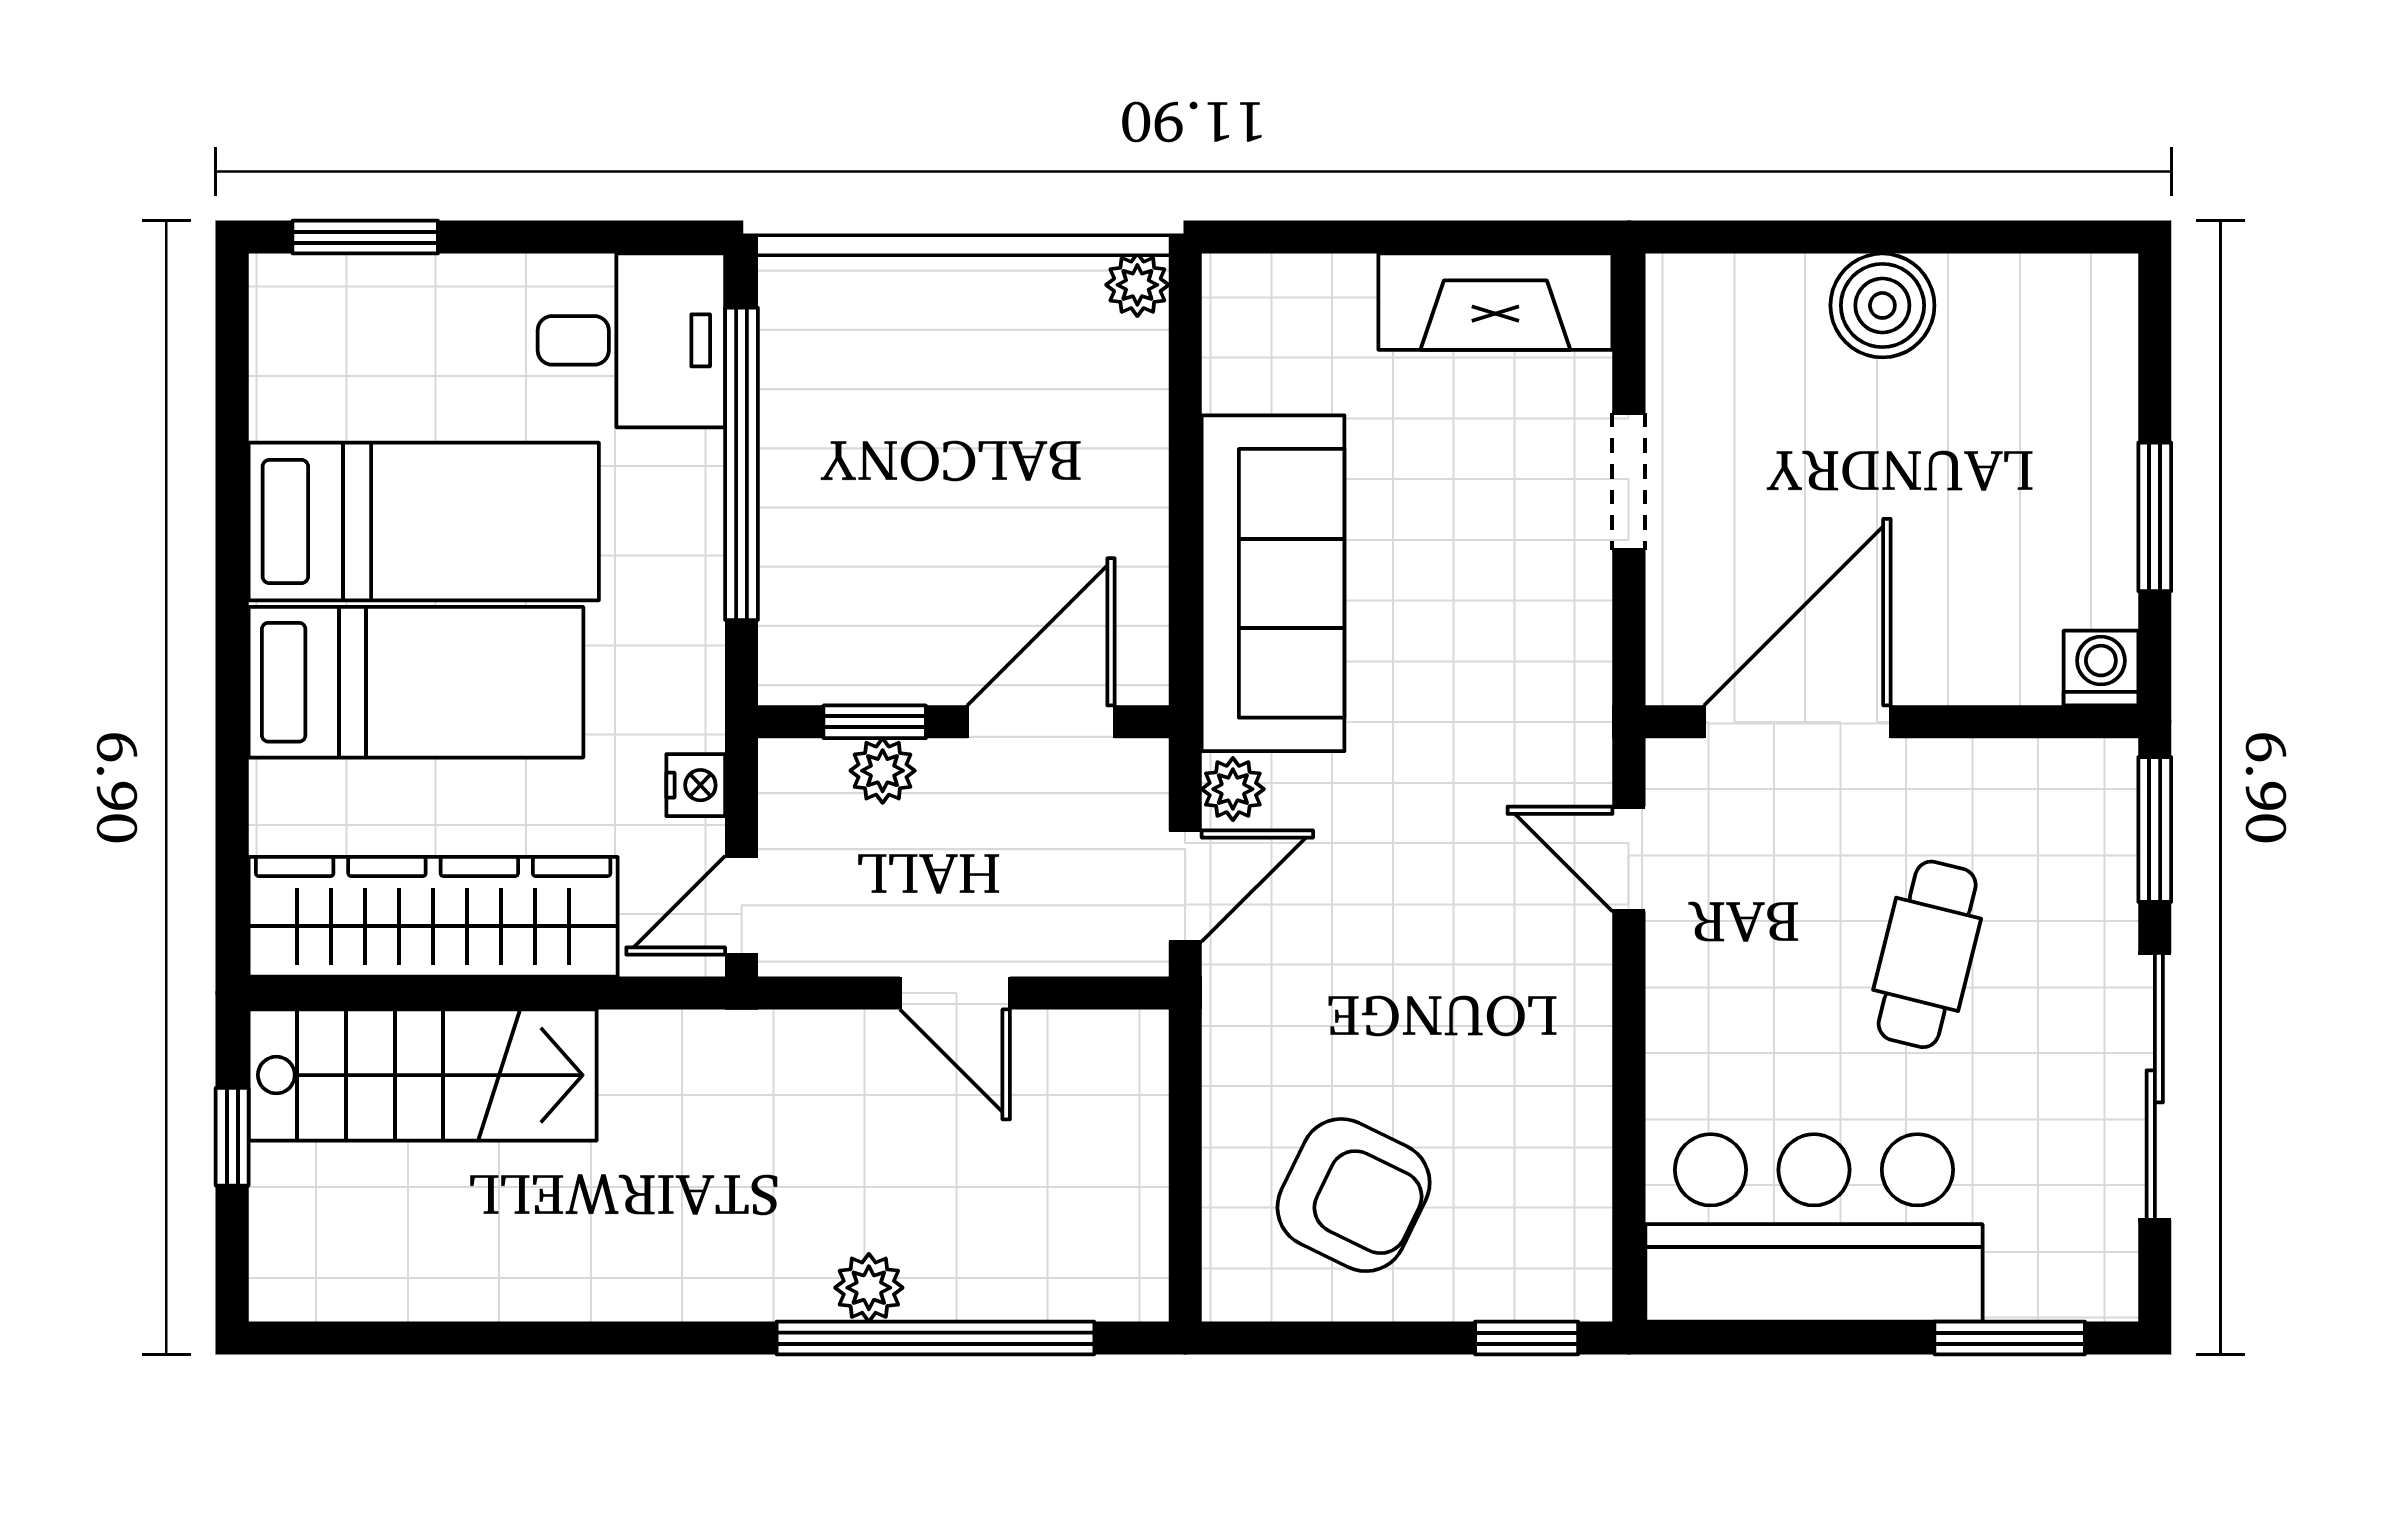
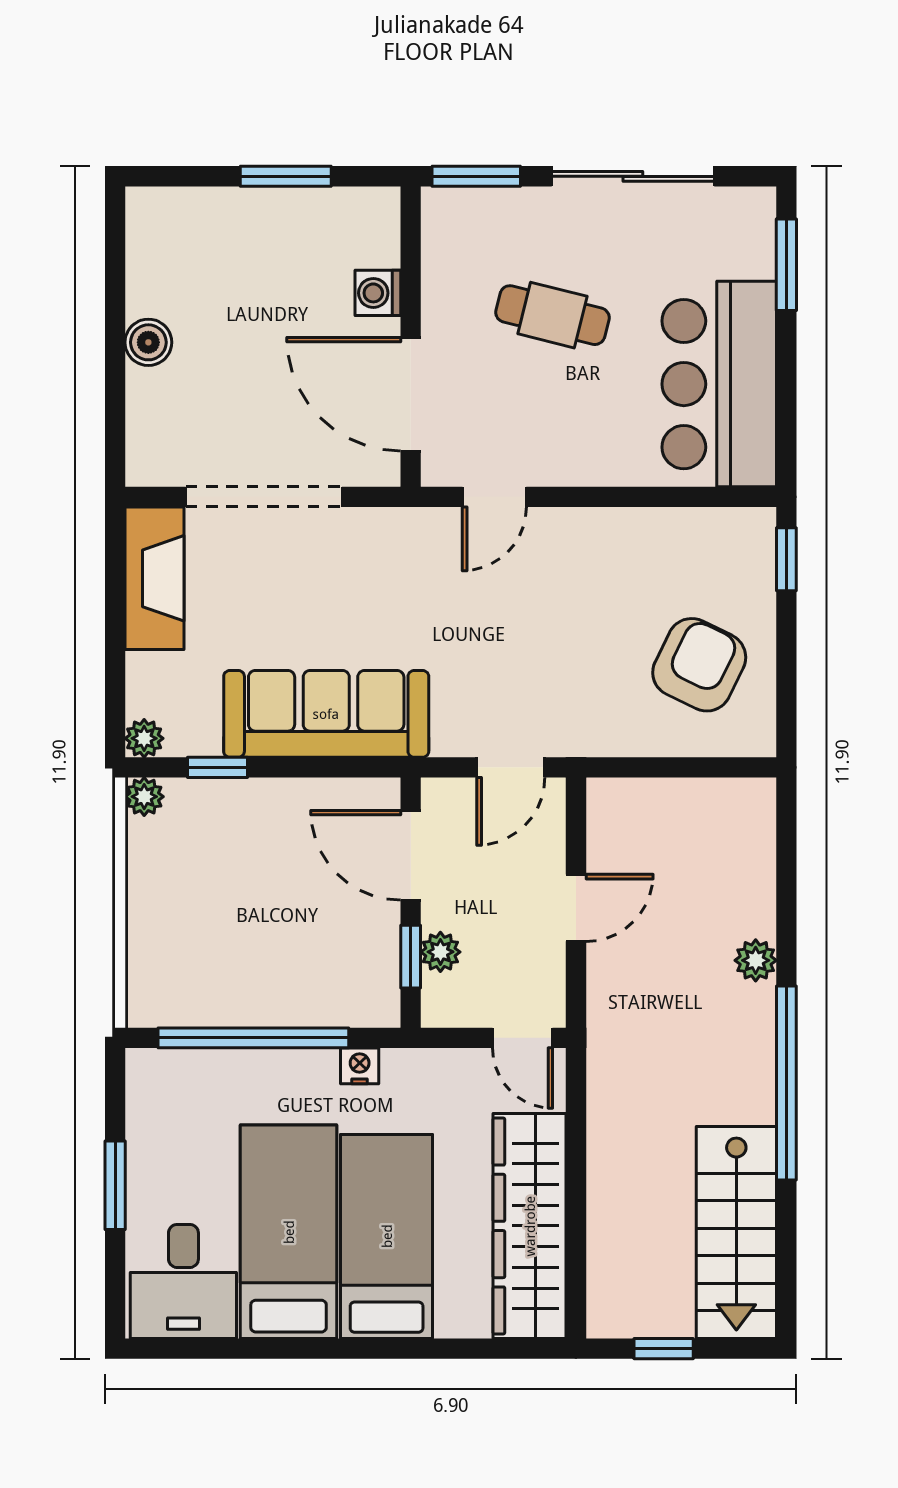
window: (365, 237) -> (115, 1185), moved
boiler: (1882, 305) -> (148, 342), width x0.73, depth x0.73
desk: (631, 340) -> (183, 1281), moved, turned 180
window: (1185, 405) -> (217, 767), added
doorway: (1629, 481) -> (264, 497), width x1.87
washing machine: (2101, 668) -> (378, 293), moved
nightstand: (696, 785) -> (360, 1066), moved
plant: (1233, 789) -> (144, 738), moved
door: (1185, 886) -> (511, 767), swing flipped
stairs: (423, 1075) -> (736, 1232), moved, turned 180
window: (935, 1338) -> (786, 1083), moved

